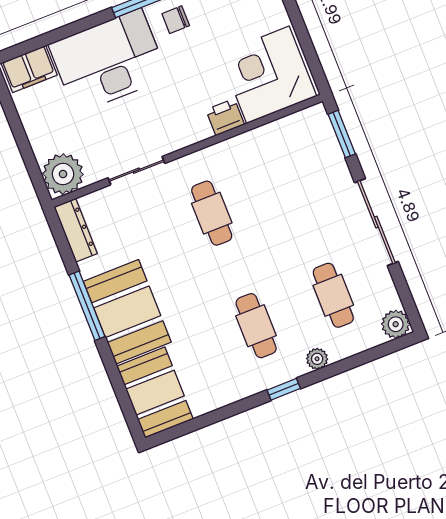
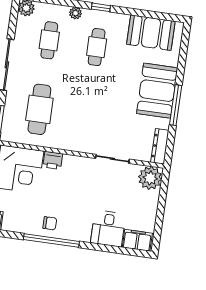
desk: (108, 61) -> (108, 229), width x0.53, depth x0.77
cafe table: (212, 213) -> (39, 109), moved, width x1.37, depth x1.35
booth: (155, 393) -> (151, 33), moved, turned 90

